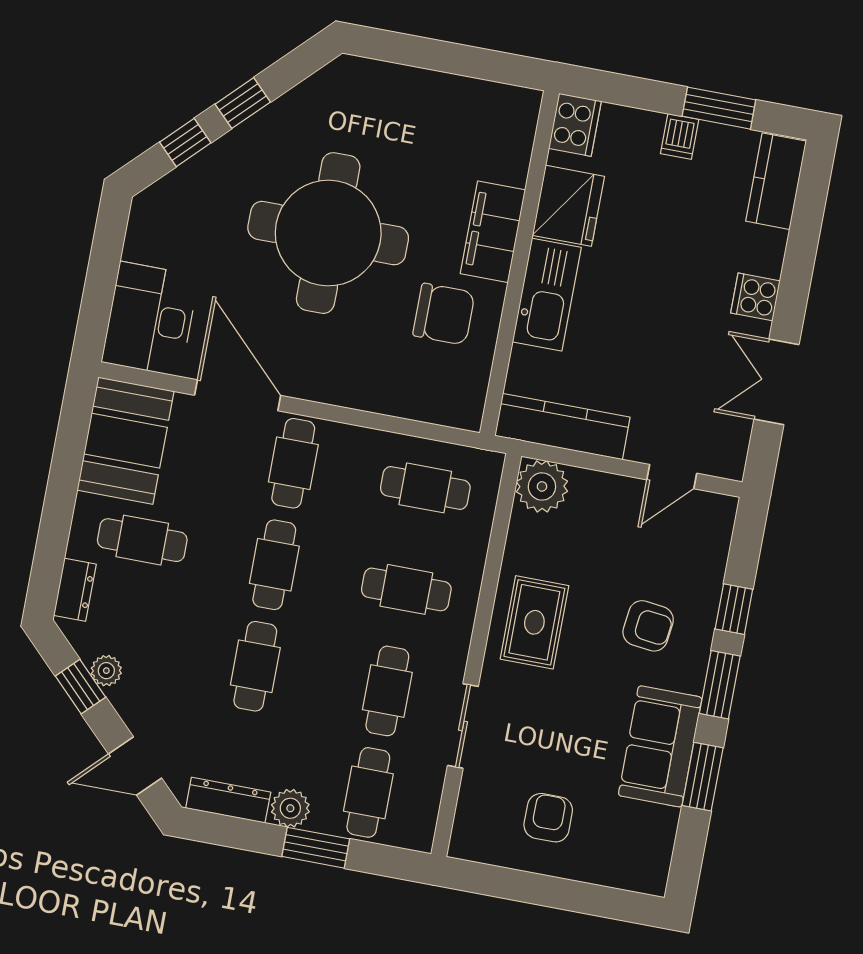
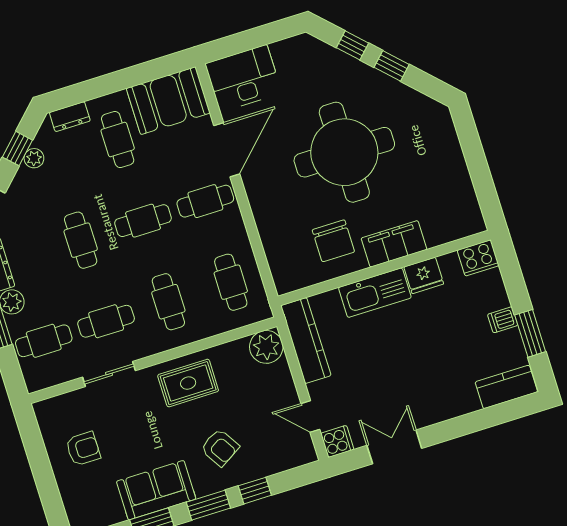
fridge: (568, 206) -> (424, 275), width x0.73, depth x0.75
cooker: (755, 297) -> (337, 441), moved, turned 90
armchair: (648, 626) -> (220, 448), turned -39
cafe table: (255, 666) -> (81, 240), turned 90

